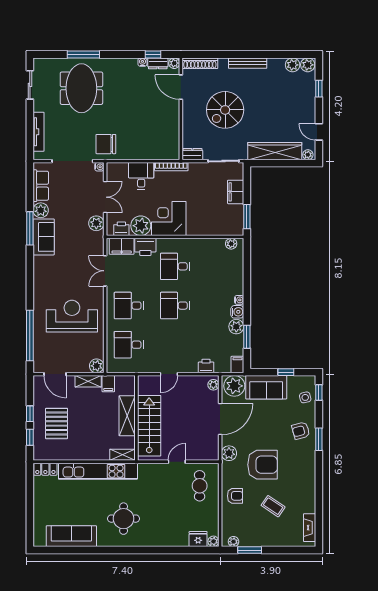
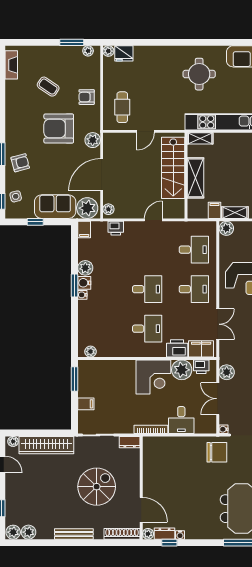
filing cabinet: (236, 192) -> (86, 404), width x0.50
window: (247, 337) -> (75, 285), moved

